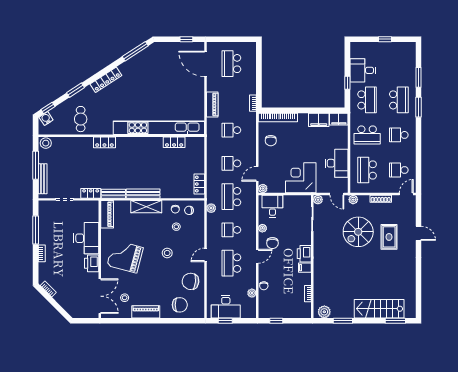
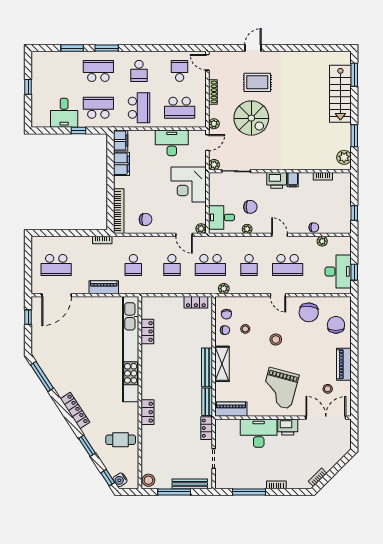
school desk: (399, 170) -> (180, 71), turned 180
chair: (272, 243) -> (250, 207), moved

